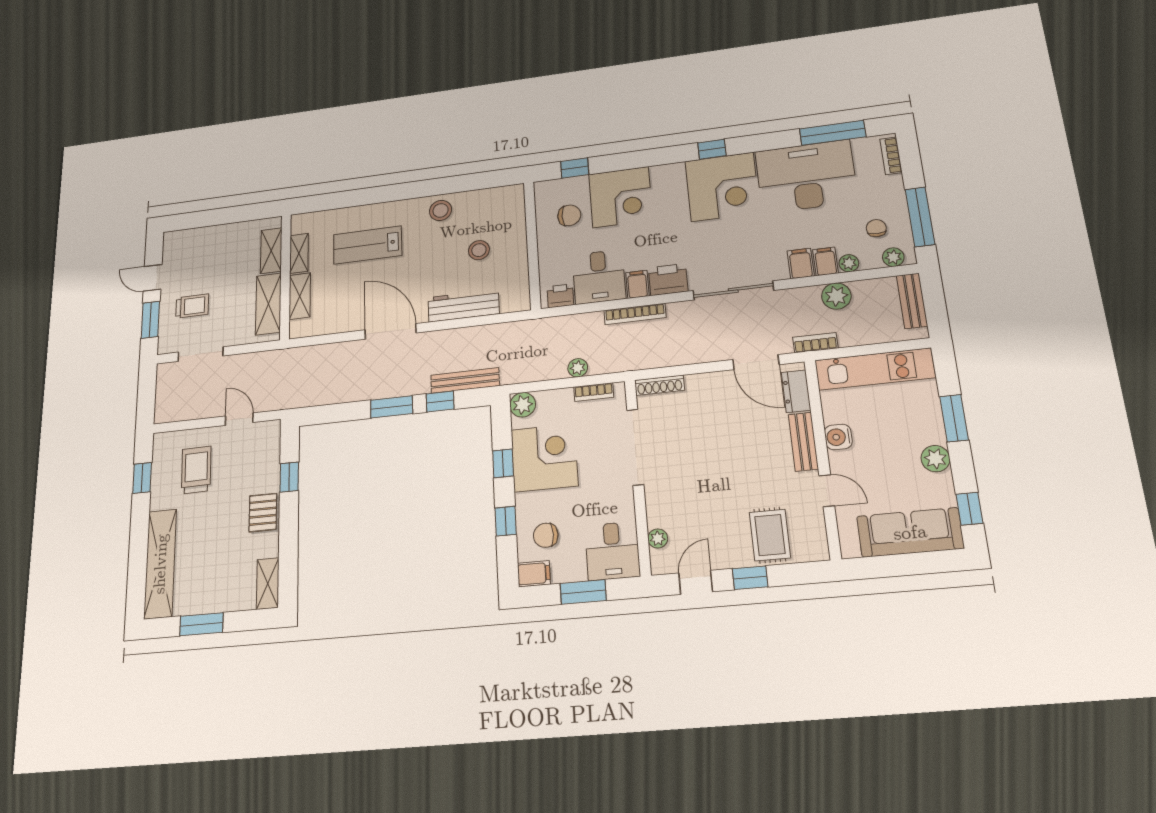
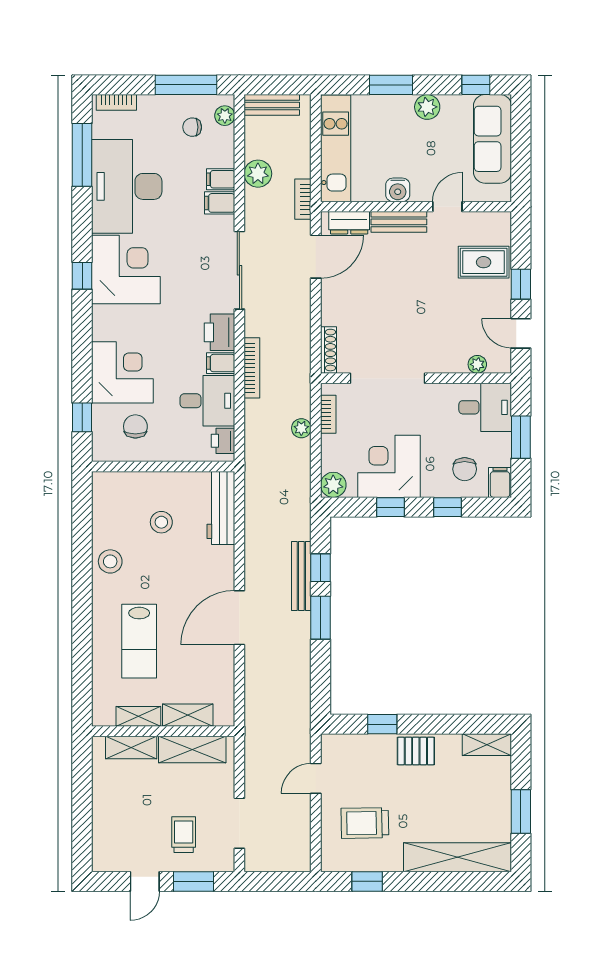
plant: (849, 263) -> (226, 158), removed
workbench: (463, 306) -> (221, 508), moved
bench: (465, 380) -> (301, 576), moved

